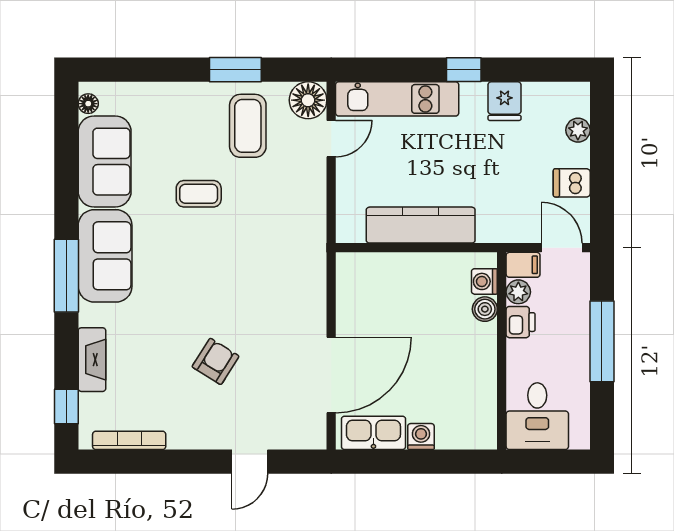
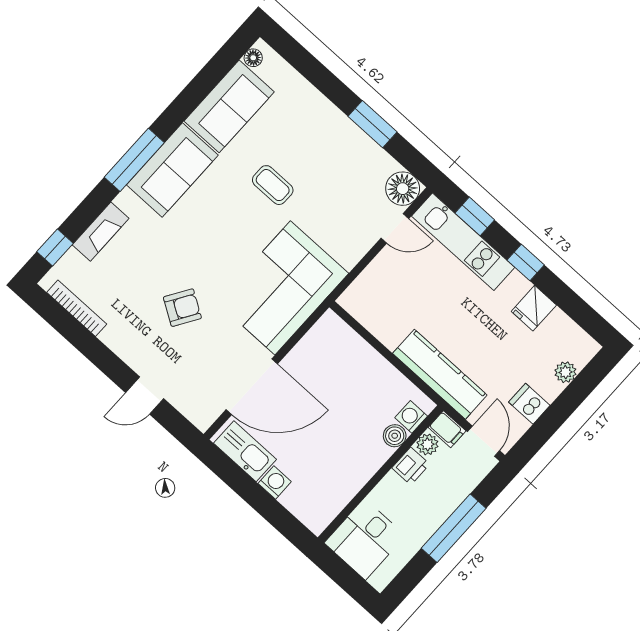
window: (388, 70) -> (475, 216), added
coffee table: (248, 126) -> (347, 169), removed
kitchen counter: (421, 225) -> (440, 374), moved
corner sofa: (283, 271) -> (283, 288), added

